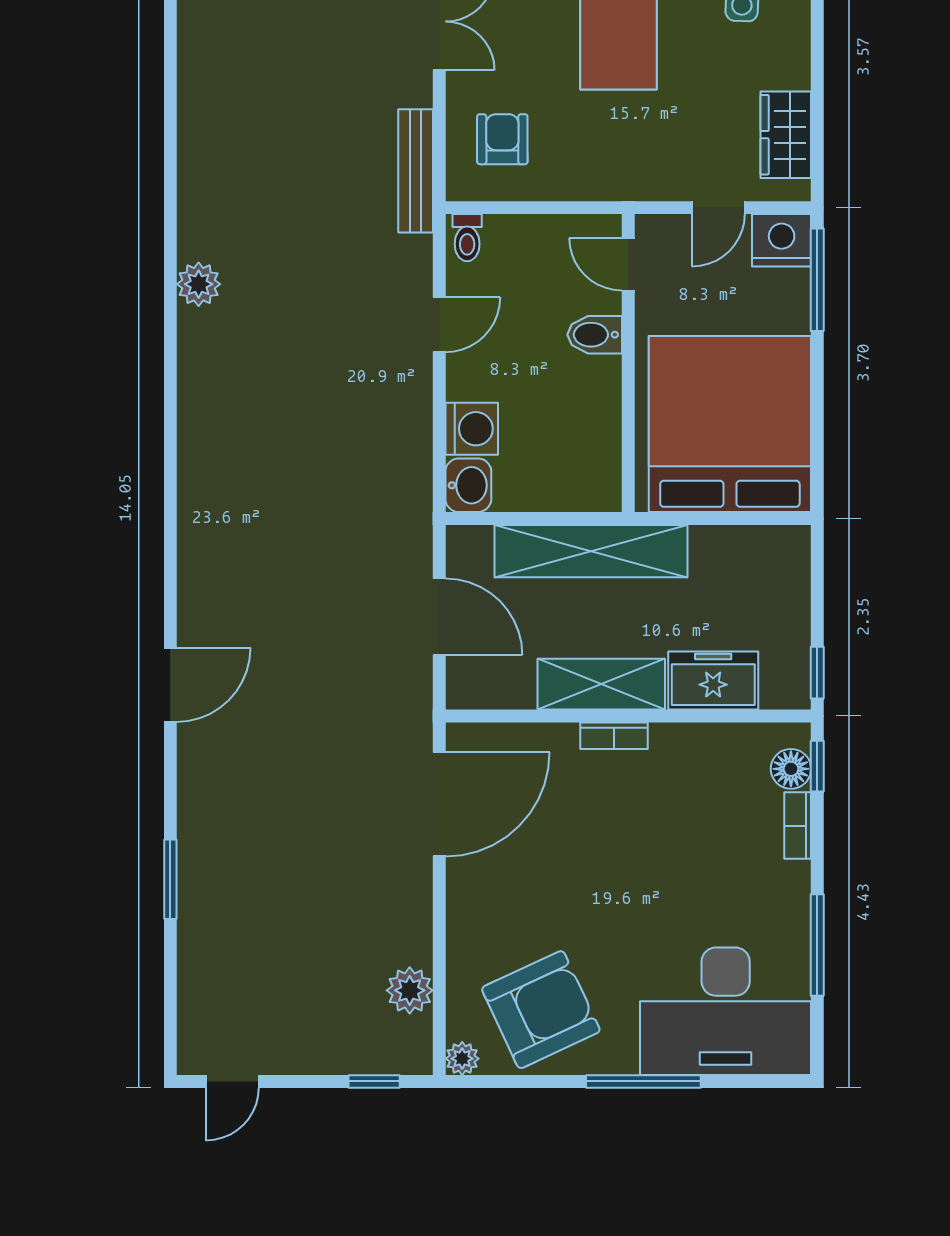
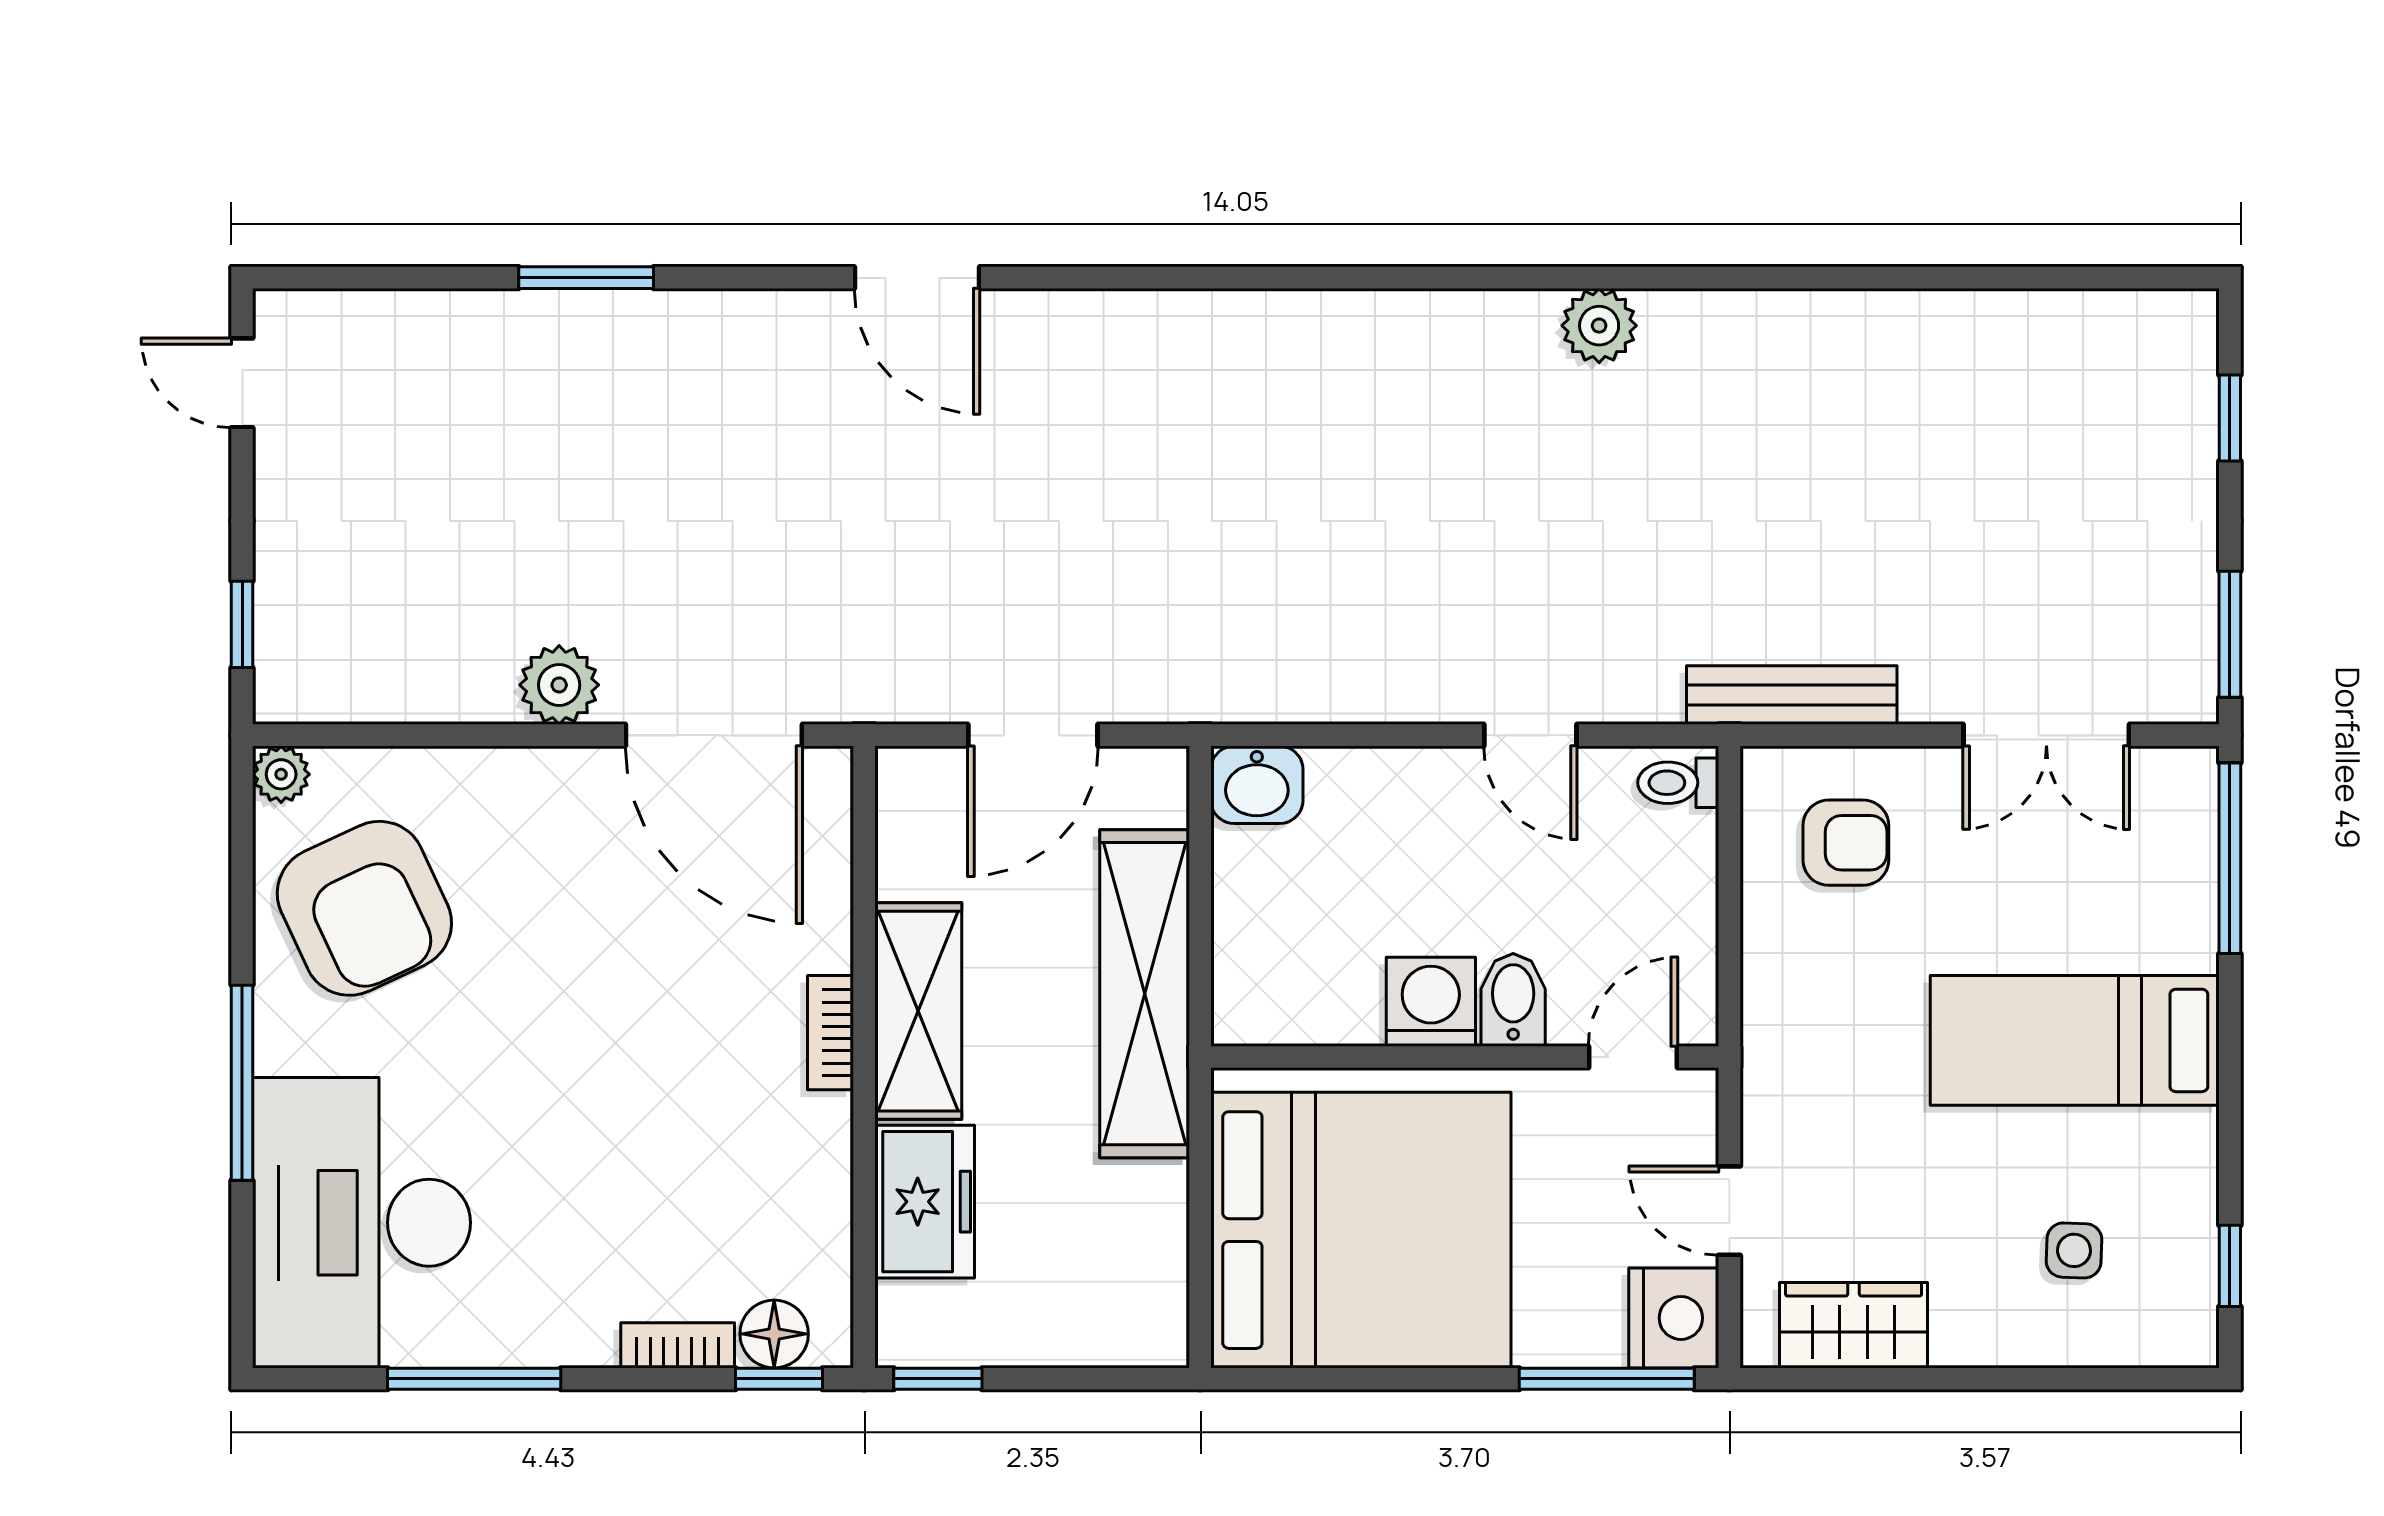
washing machine: (472, 429) -> (1431, 1002), moved, turned 180
plant: (410, 990) -> (559, 685), moved

